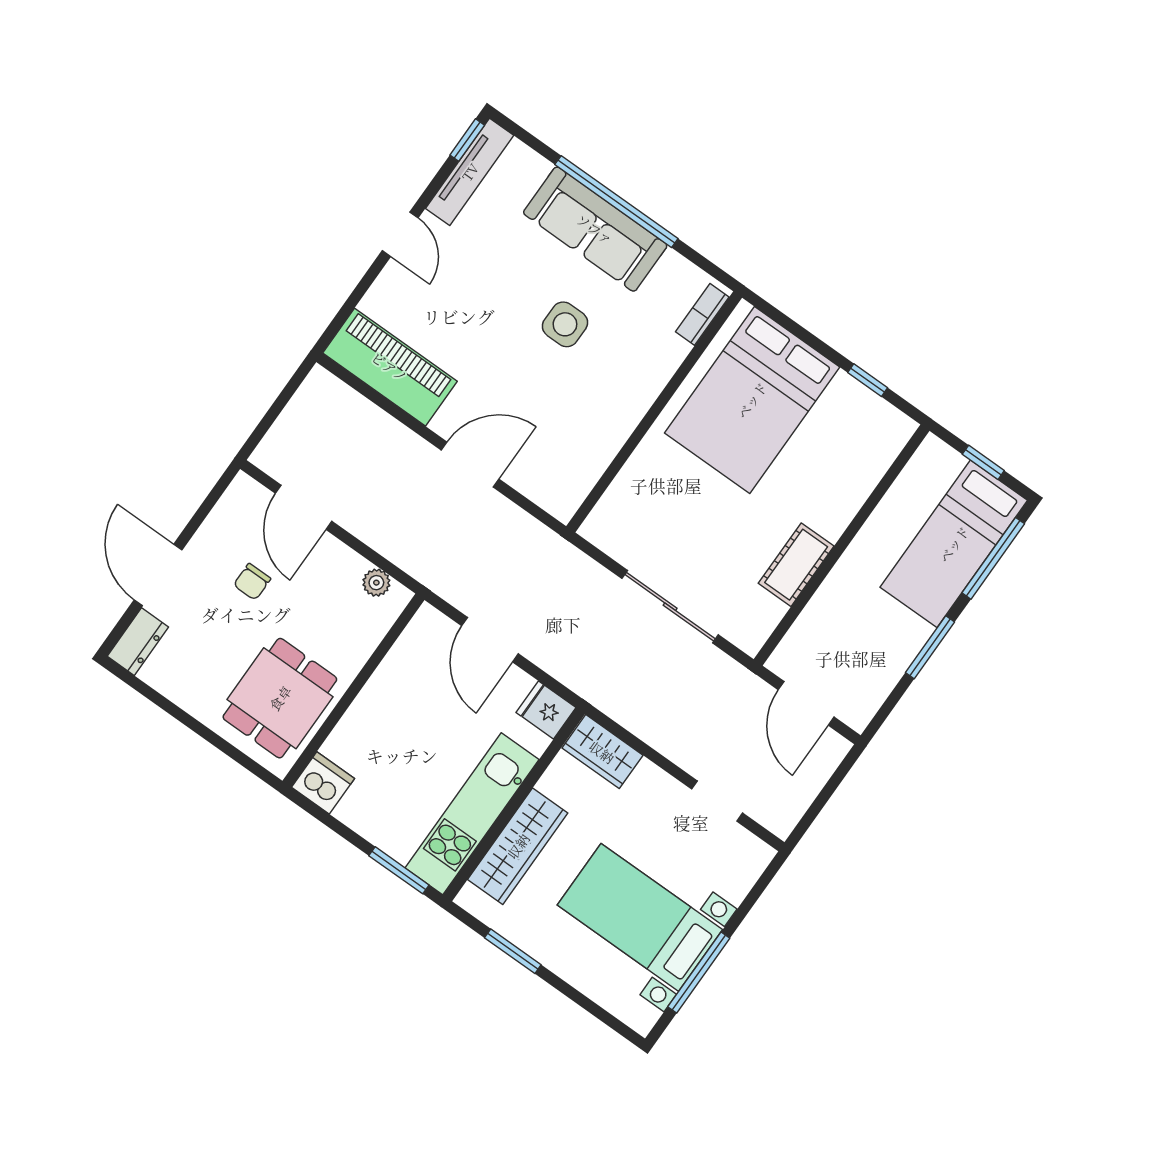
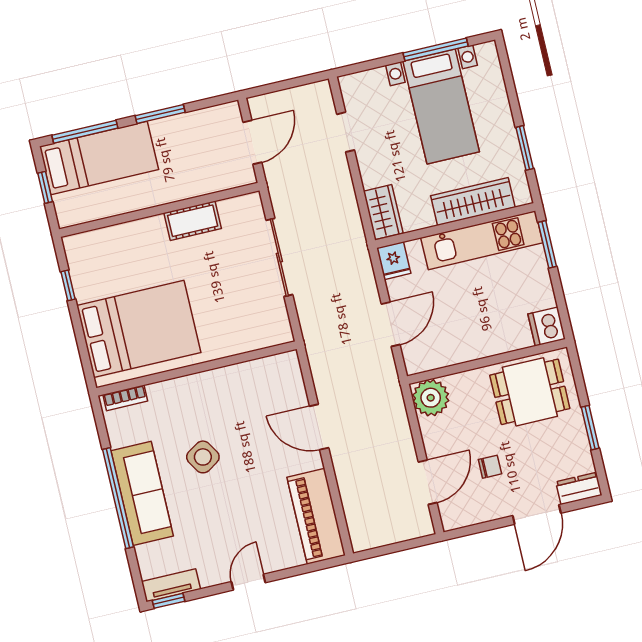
tv unit: (470, 172) -> (171, 585), width x0.71
side table: (565, 324) -> (203, 457), turned -32
plant: (376, 583) -> (431, 398), width x1.87, depth x1.87
window: (183, 717) -> (590, 428), added

